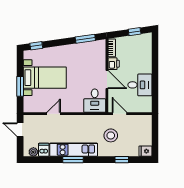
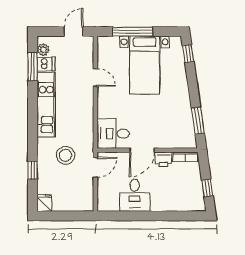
window: (20, 86) -> (133, 32), width x1.44
window: (73, 160) -> (33, 67), moved

